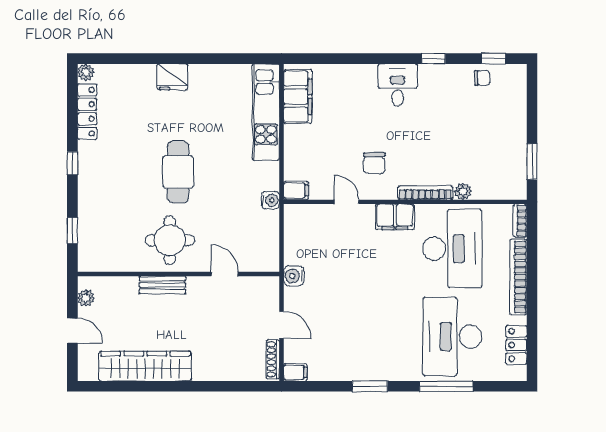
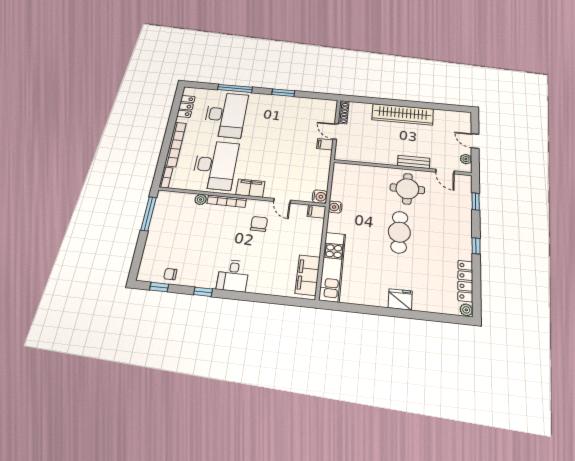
window: (532, 162) -> (149, 214), width x1.44
desk: (452, 249) -> (215, 165), turned 180
door: (225, 274) -> (445, 172), moved
water cooler: (294, 276) -> (320, 197), moved
wardrobe: (145, 366) -> (403, 114), moved
filing cabinet: (295, 372) -> (325, 144), moved

